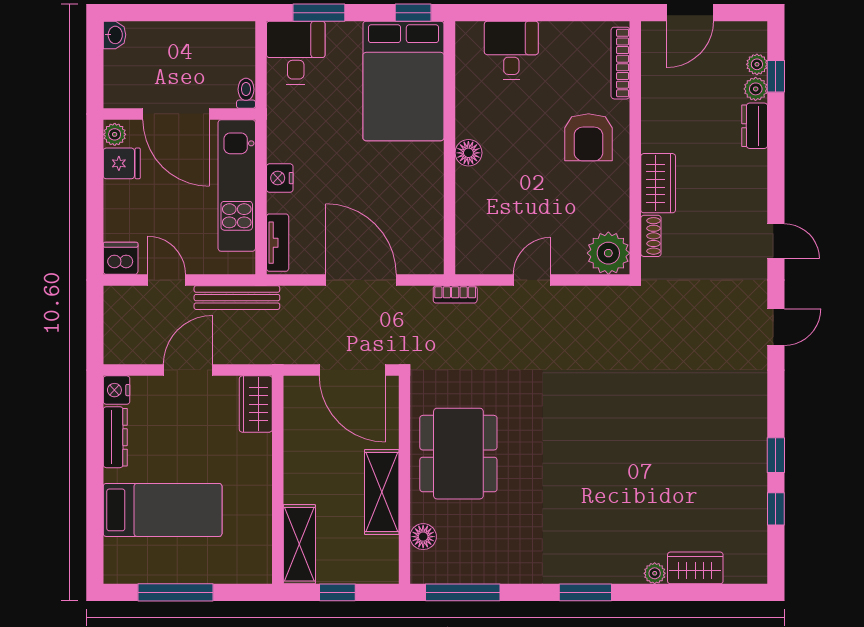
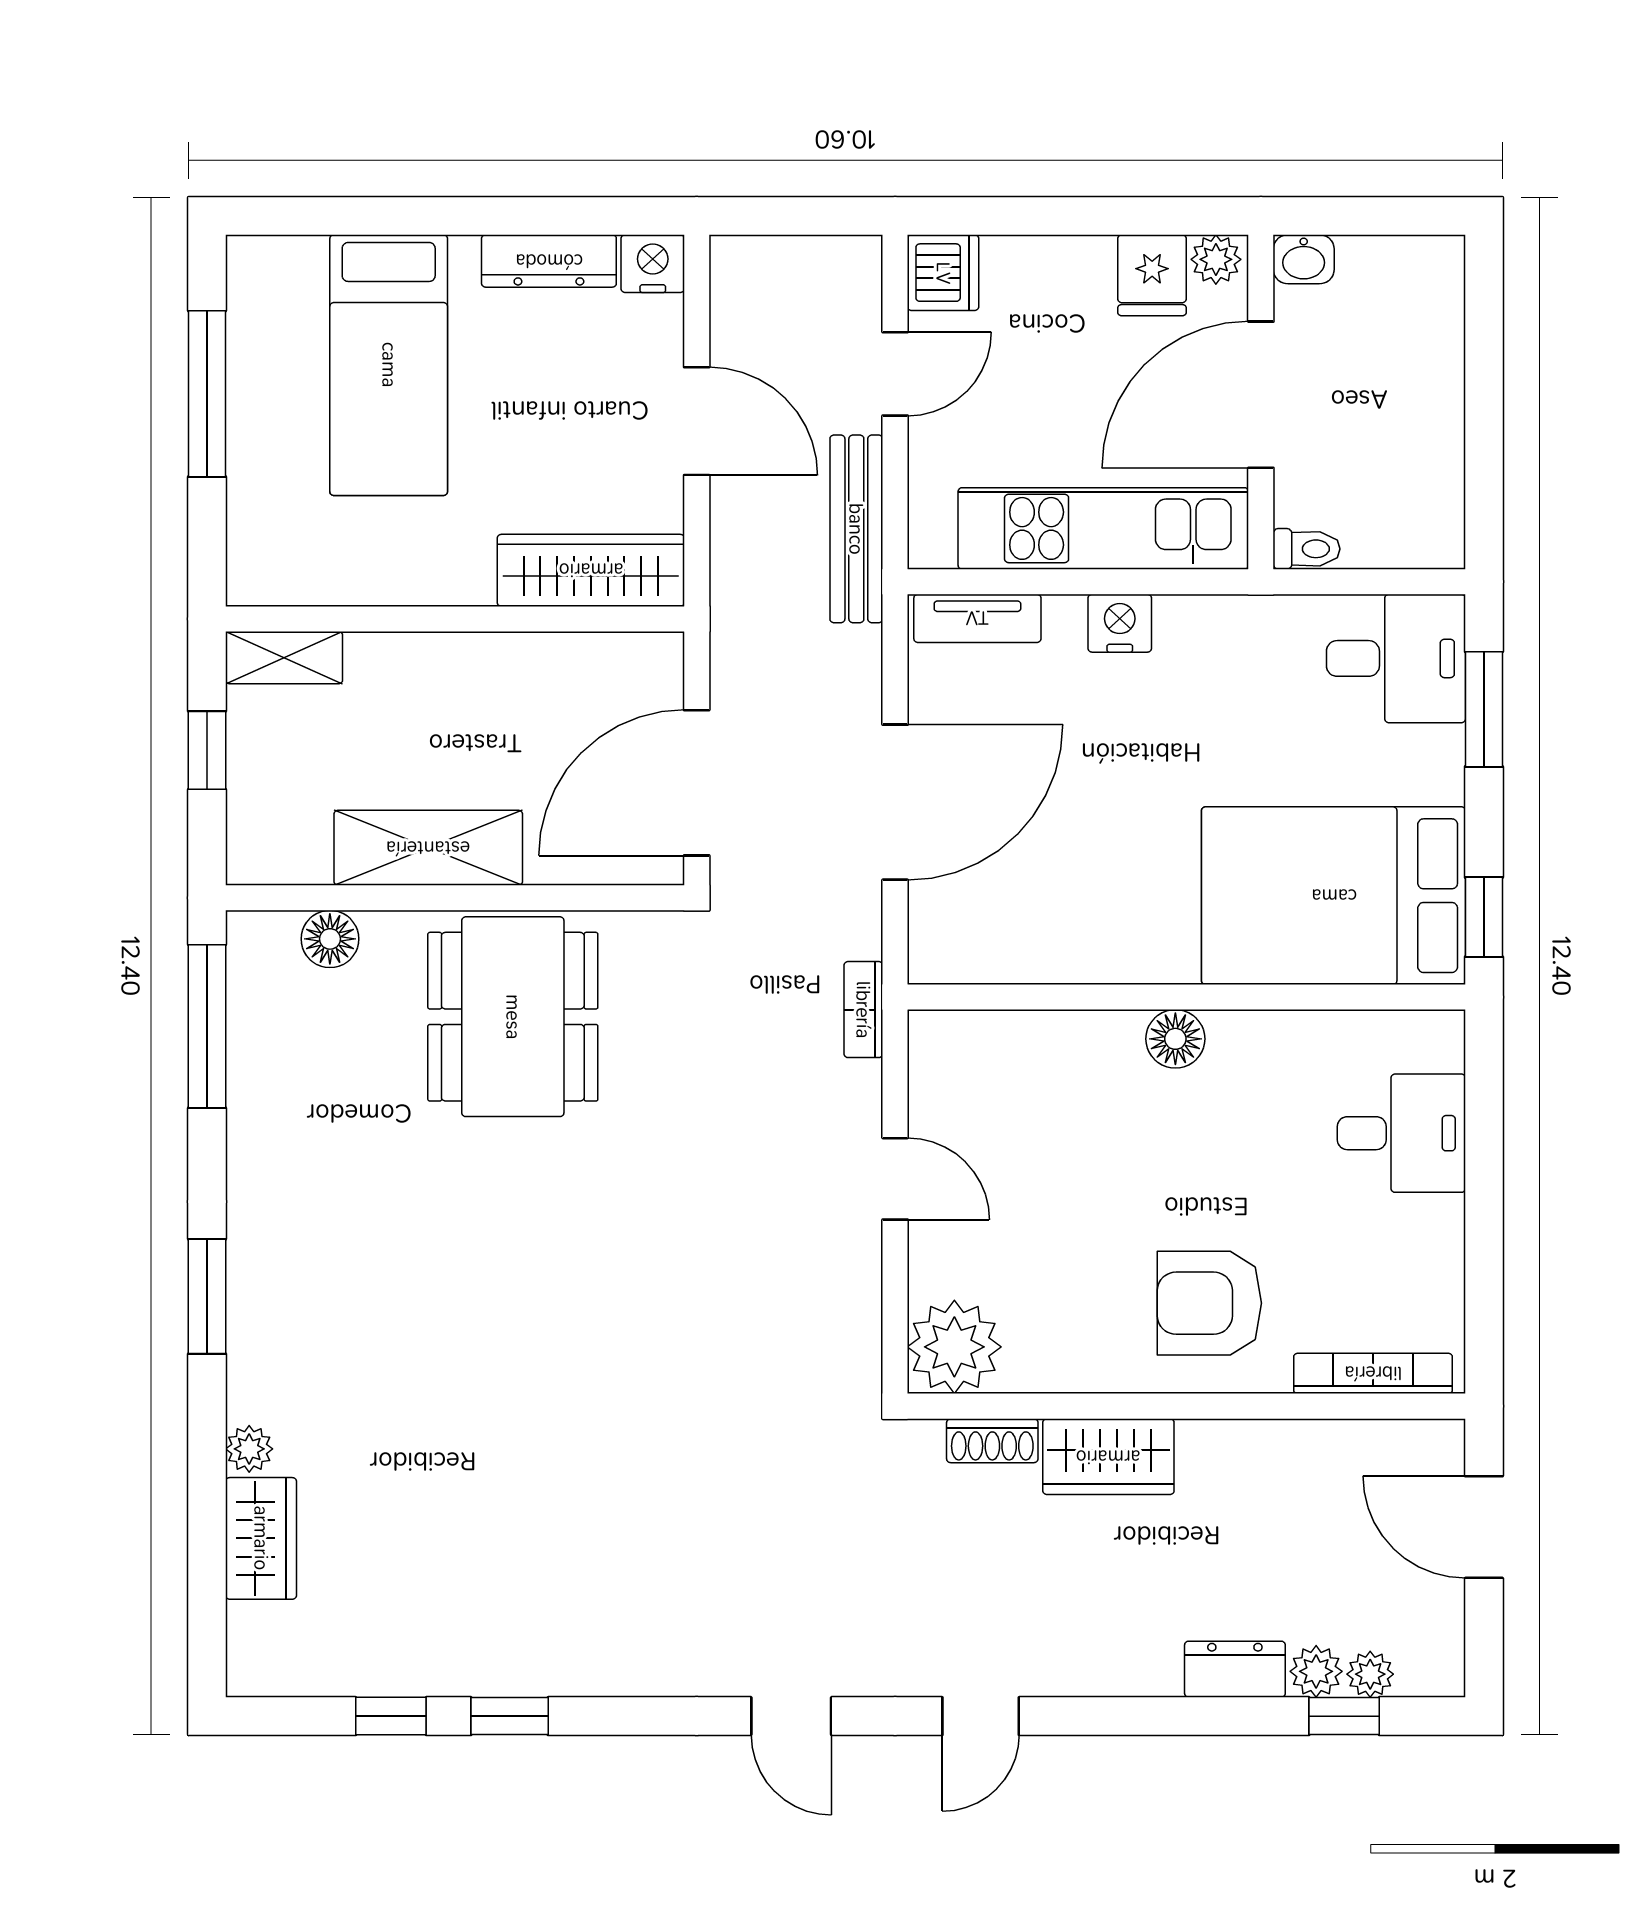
washbasin: (115, 35) -> (1304, 259), moved
wardrobe: (256, 404) -> (591, 570), width x1.50
dining table: (458, 454) -> (513, 1017), turned 90
shelving: (299, 544) -> (284, 658), width x0.67, depth x0.75

